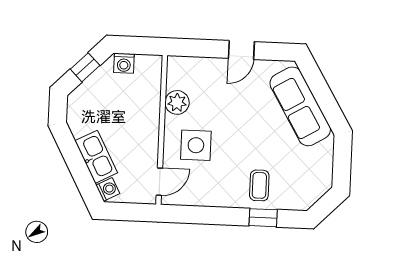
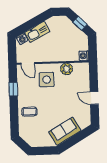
washing machine: (124, 63) -> (84, 56), moved
sofa: (300, 106) -> (65, 131), width x0.73
window: (263, 218) -> (13, 89), moved

